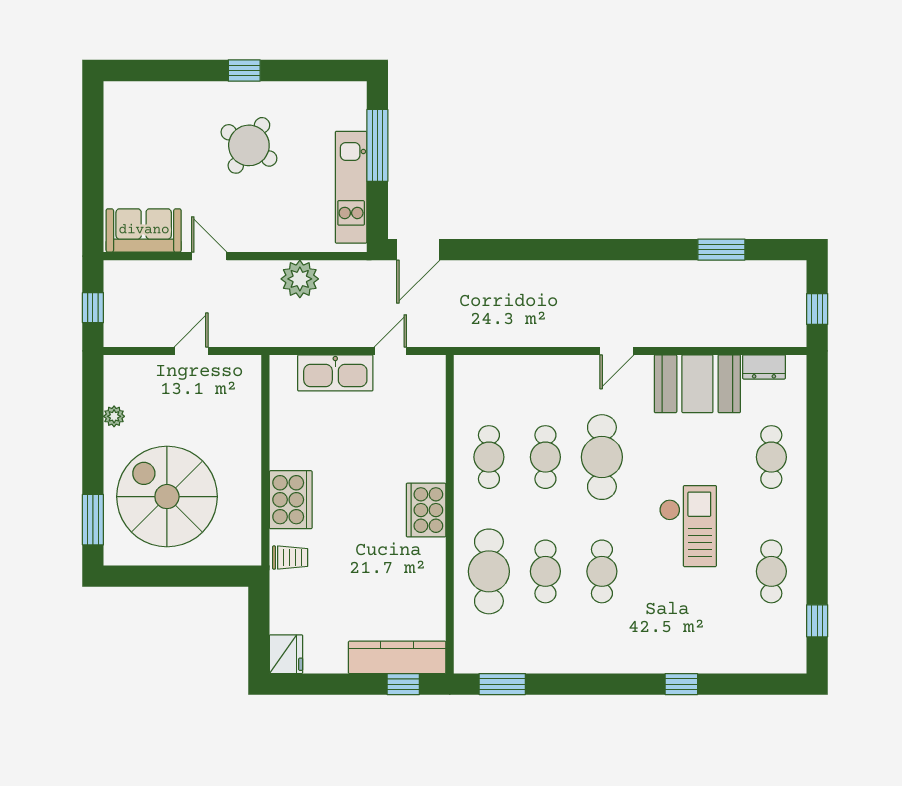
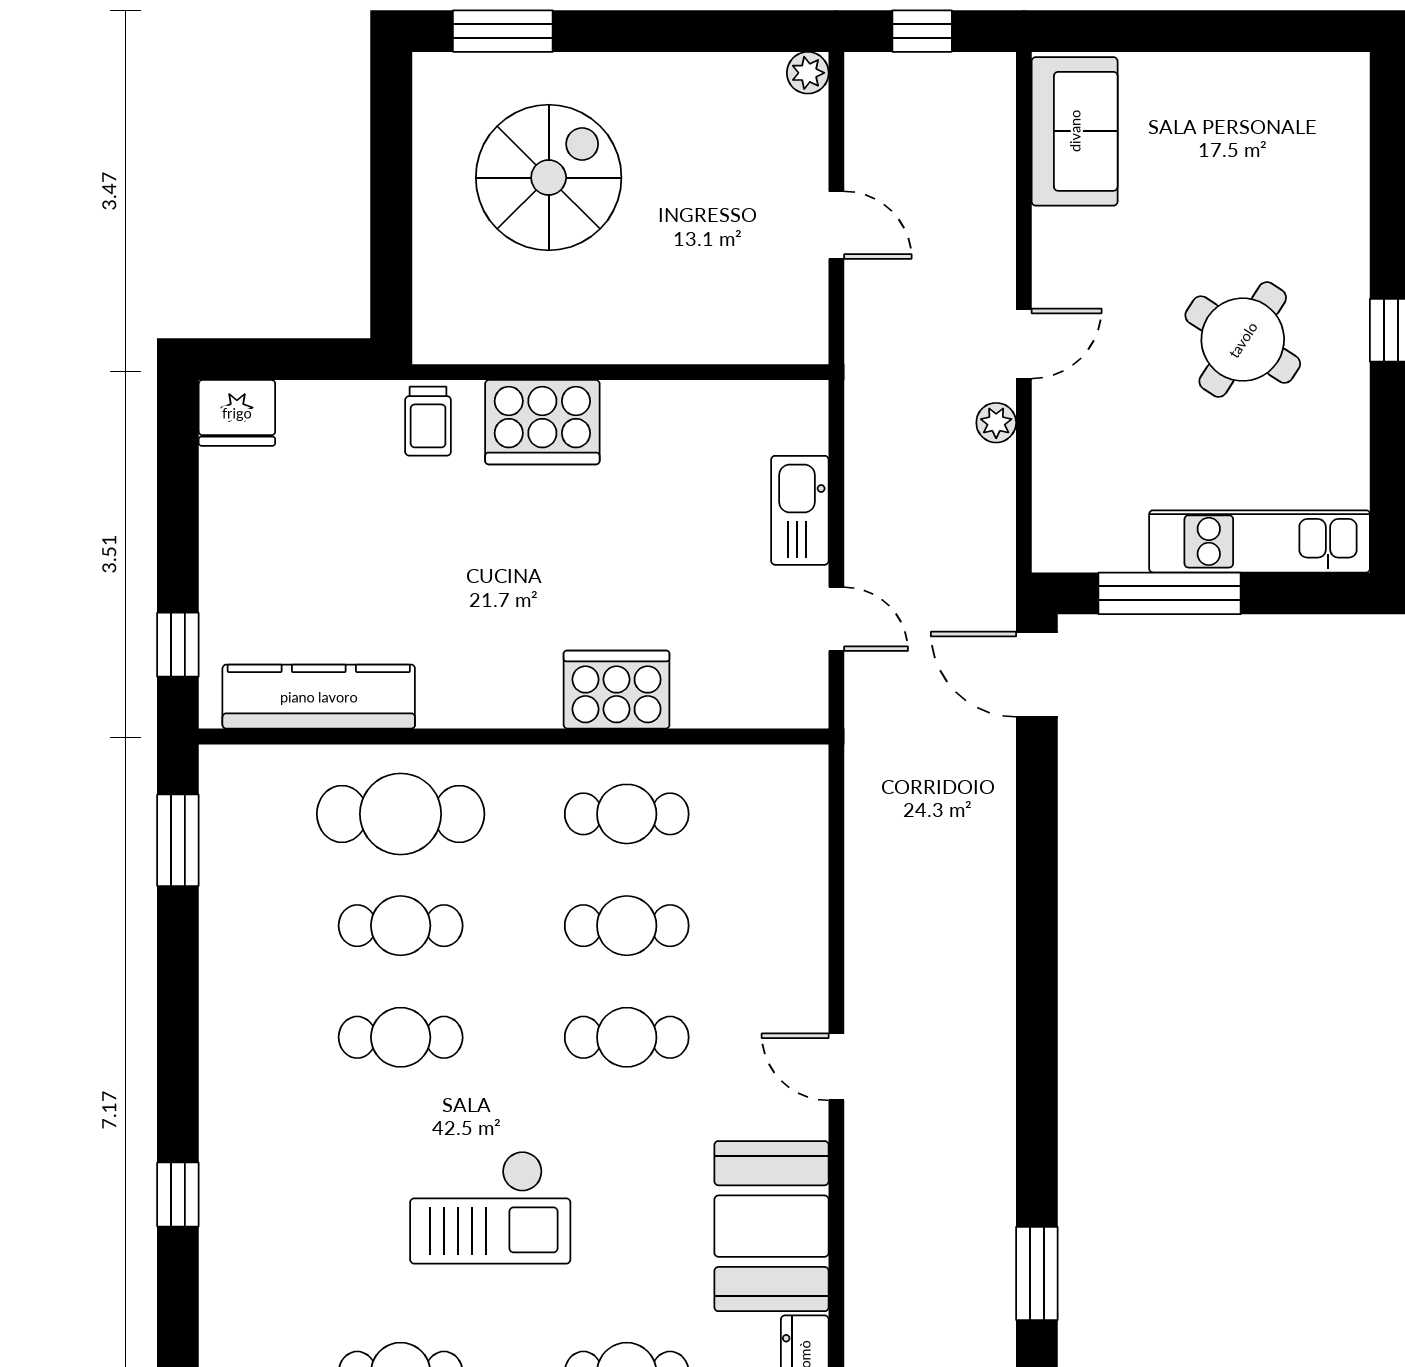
window: (377, 145) -> (1170, 593), moved
kitchen unit: (351, 187) -> (1260, 541), moved
door: (209, 256) -> (1024, 344), moved
plant: (300, 279) -> (996, 423), width x0.53, depth x0.53
kitchen sink: (335, 373) -> (800, 510), width x0.73, depth x0.81
plant: (114, 416) -> (808, 73), moved
cafe table: (602, 457) -> (627, 1037), width x0.73, depth x0.74
spiral stairs: (167, 497) -> (549, 178), width x0.73, depth x0.73
cooker: (426, 510) -> (617, 690), moved
kitchen counter: (397, 657) -> (319, 697), moved, turned -90

